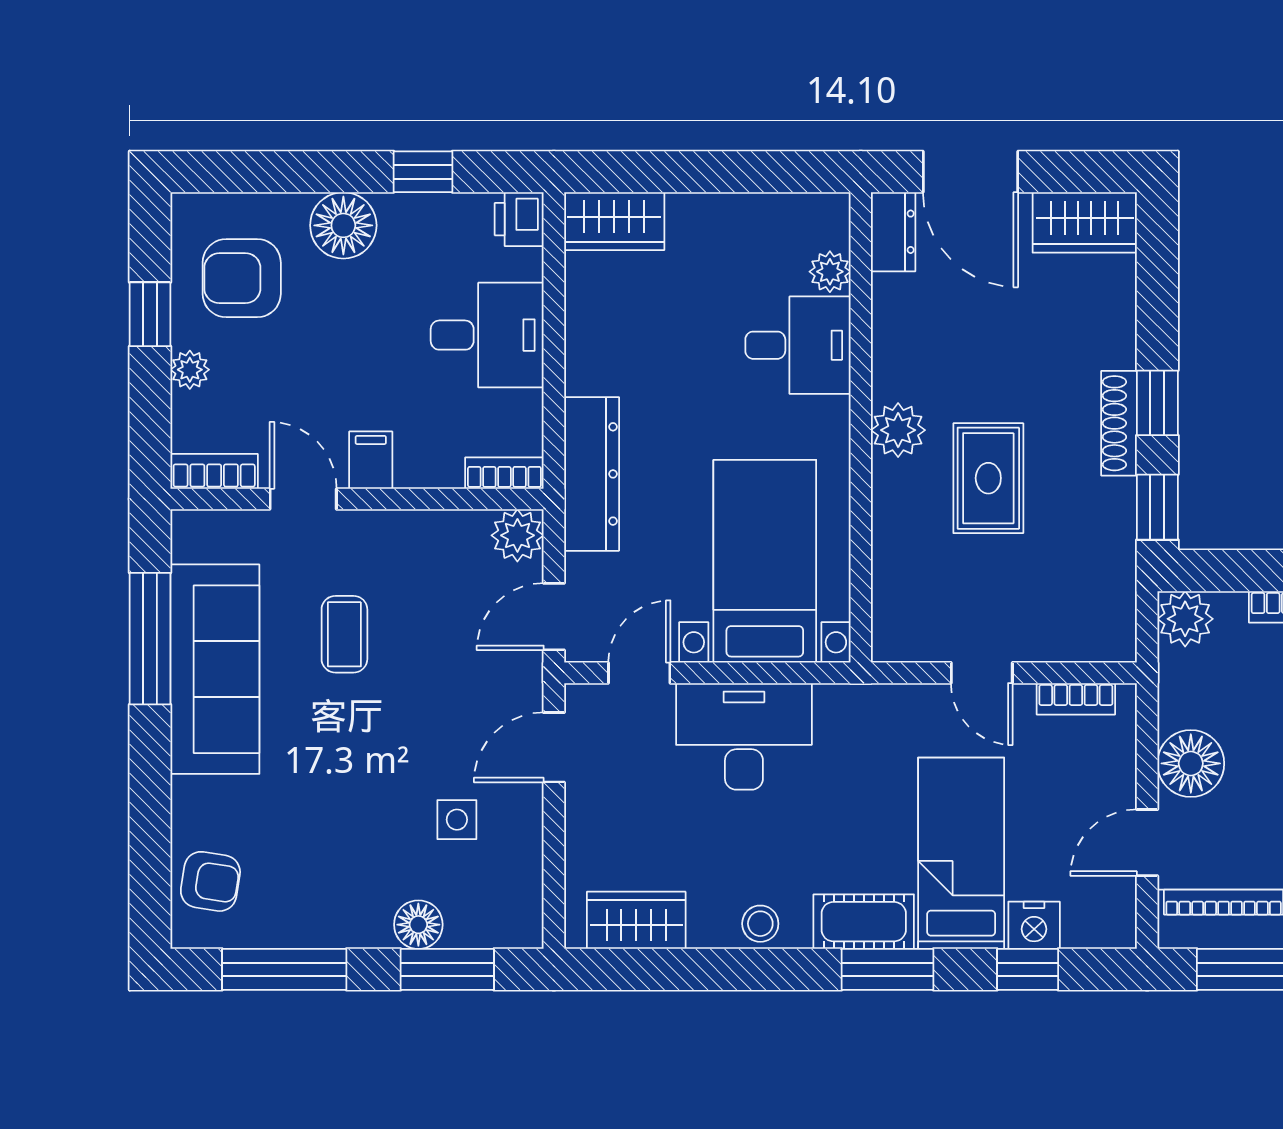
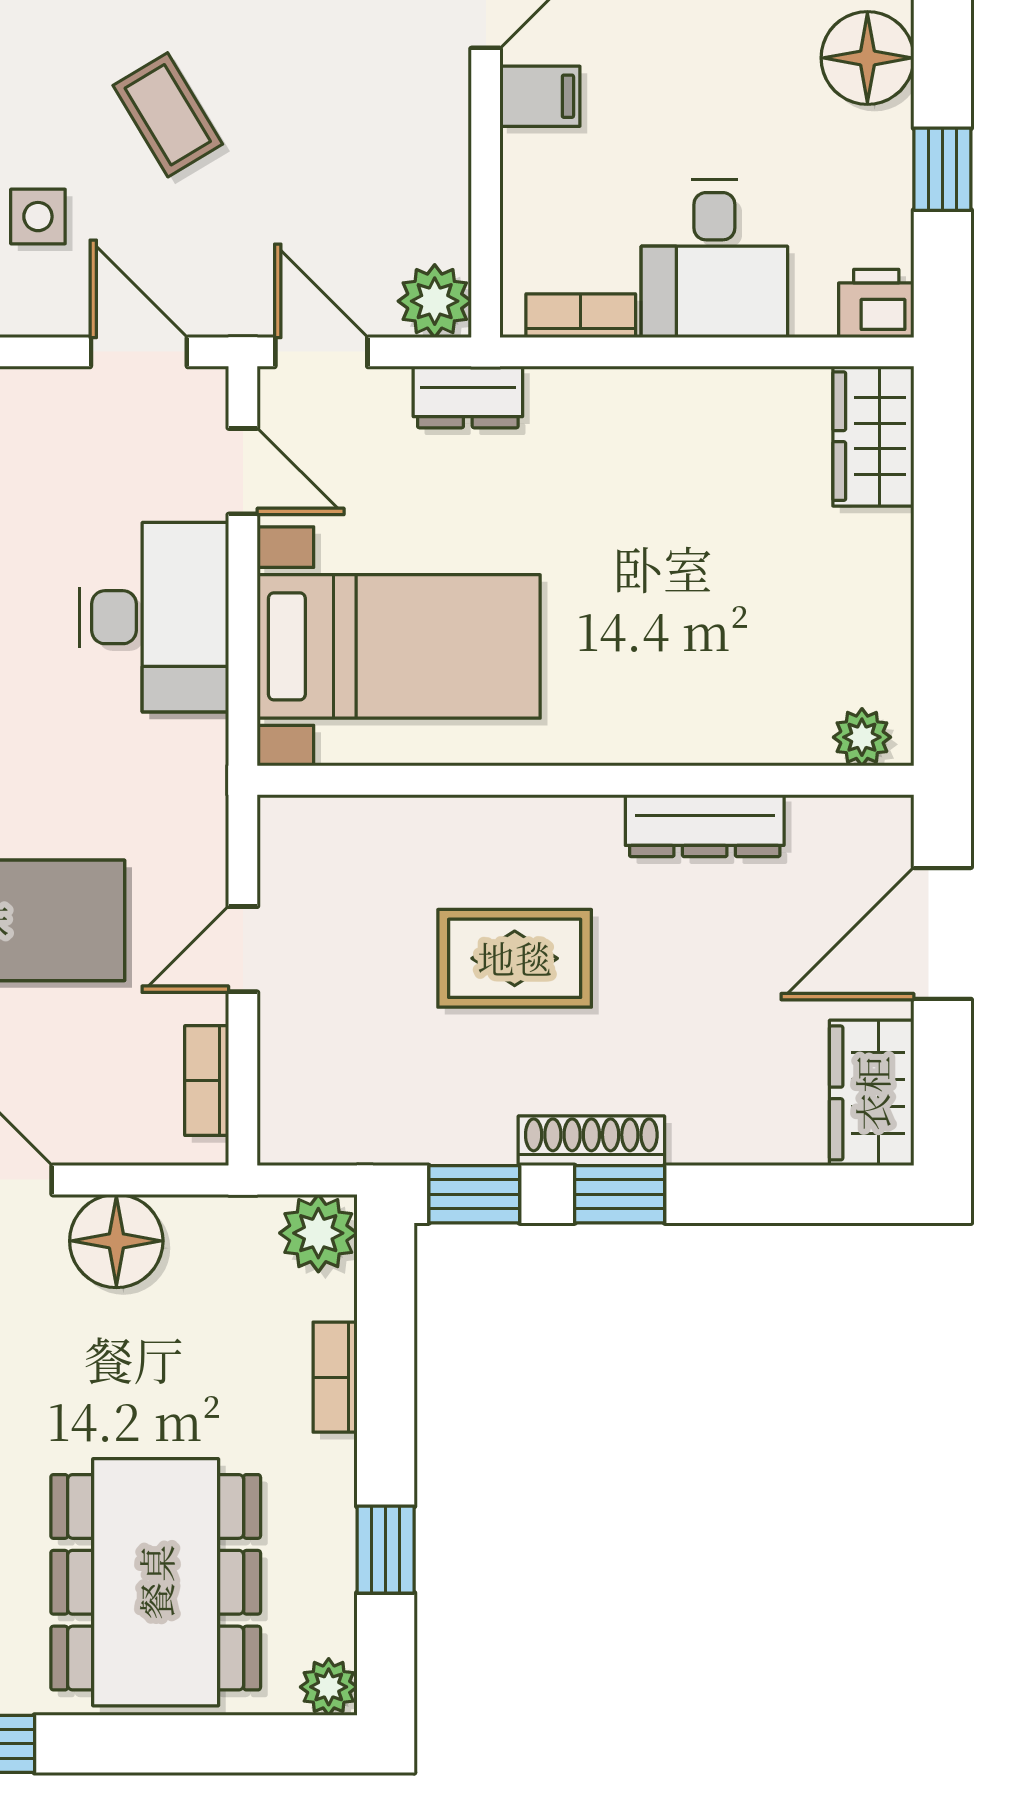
dresser: (893, 232) -> (705, 826), moved, width x1.44
plant: (830, 272) -> (862, 737), moved
desk: (798, 345) -> (700, 693), removed
plant: (898, 430) -> (582, 832), removed
bookcase: (504, 473) -> (581, 316), moved, turned -90
dresser: (592, 474) -> (468, 397), width x0.51, depth x0.80
coffee table: (344, 634) -> (168, 115), moved, turned 59

